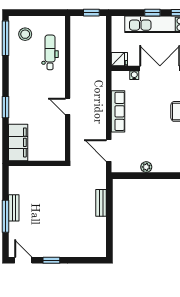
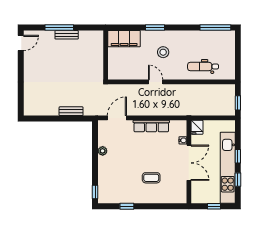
stool: (25, 34) -> (163, 52), moved
dental chair: (50, 52) -> (203, 67), turned 180
door: (68, 106) -> (156, 82), hinge flipped
window: (51, 260) -> (21, 68), removed

